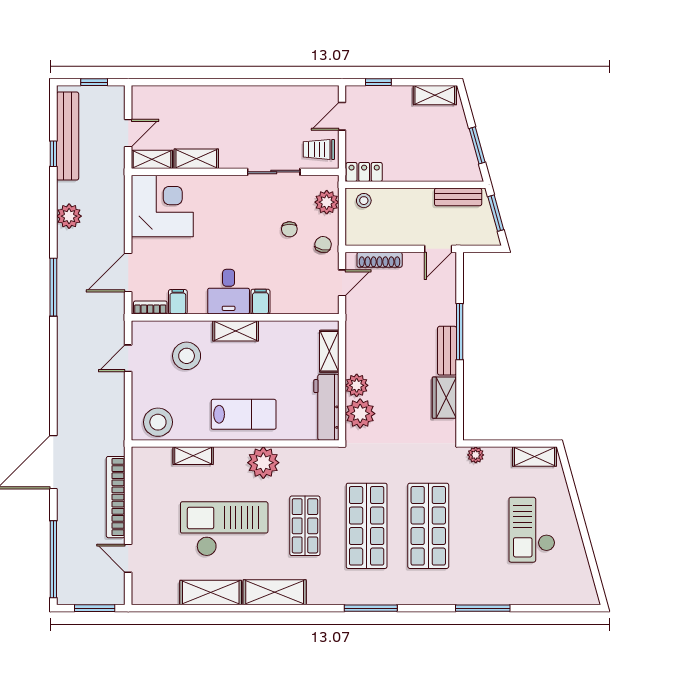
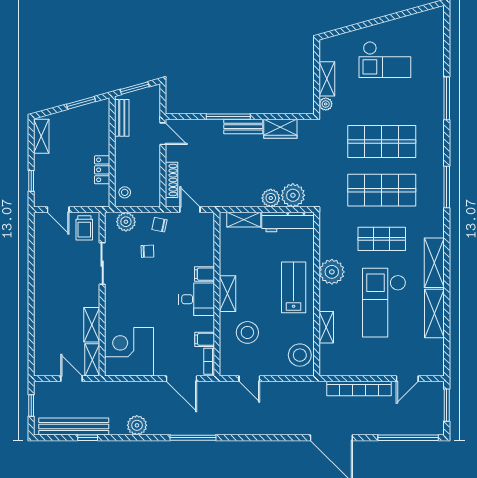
locker: (364, 172) -> (102, 170), moved
shelving: (534, 457) -> (327, 79), moved

